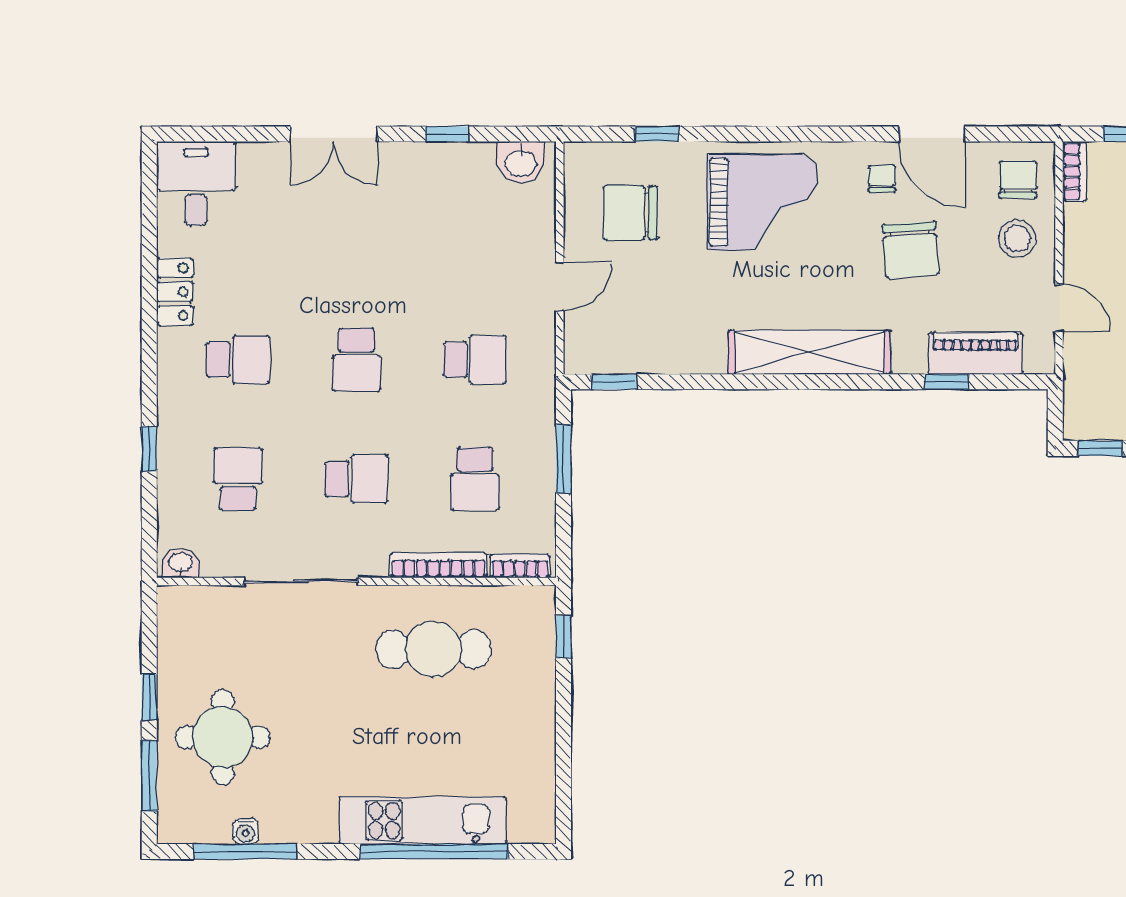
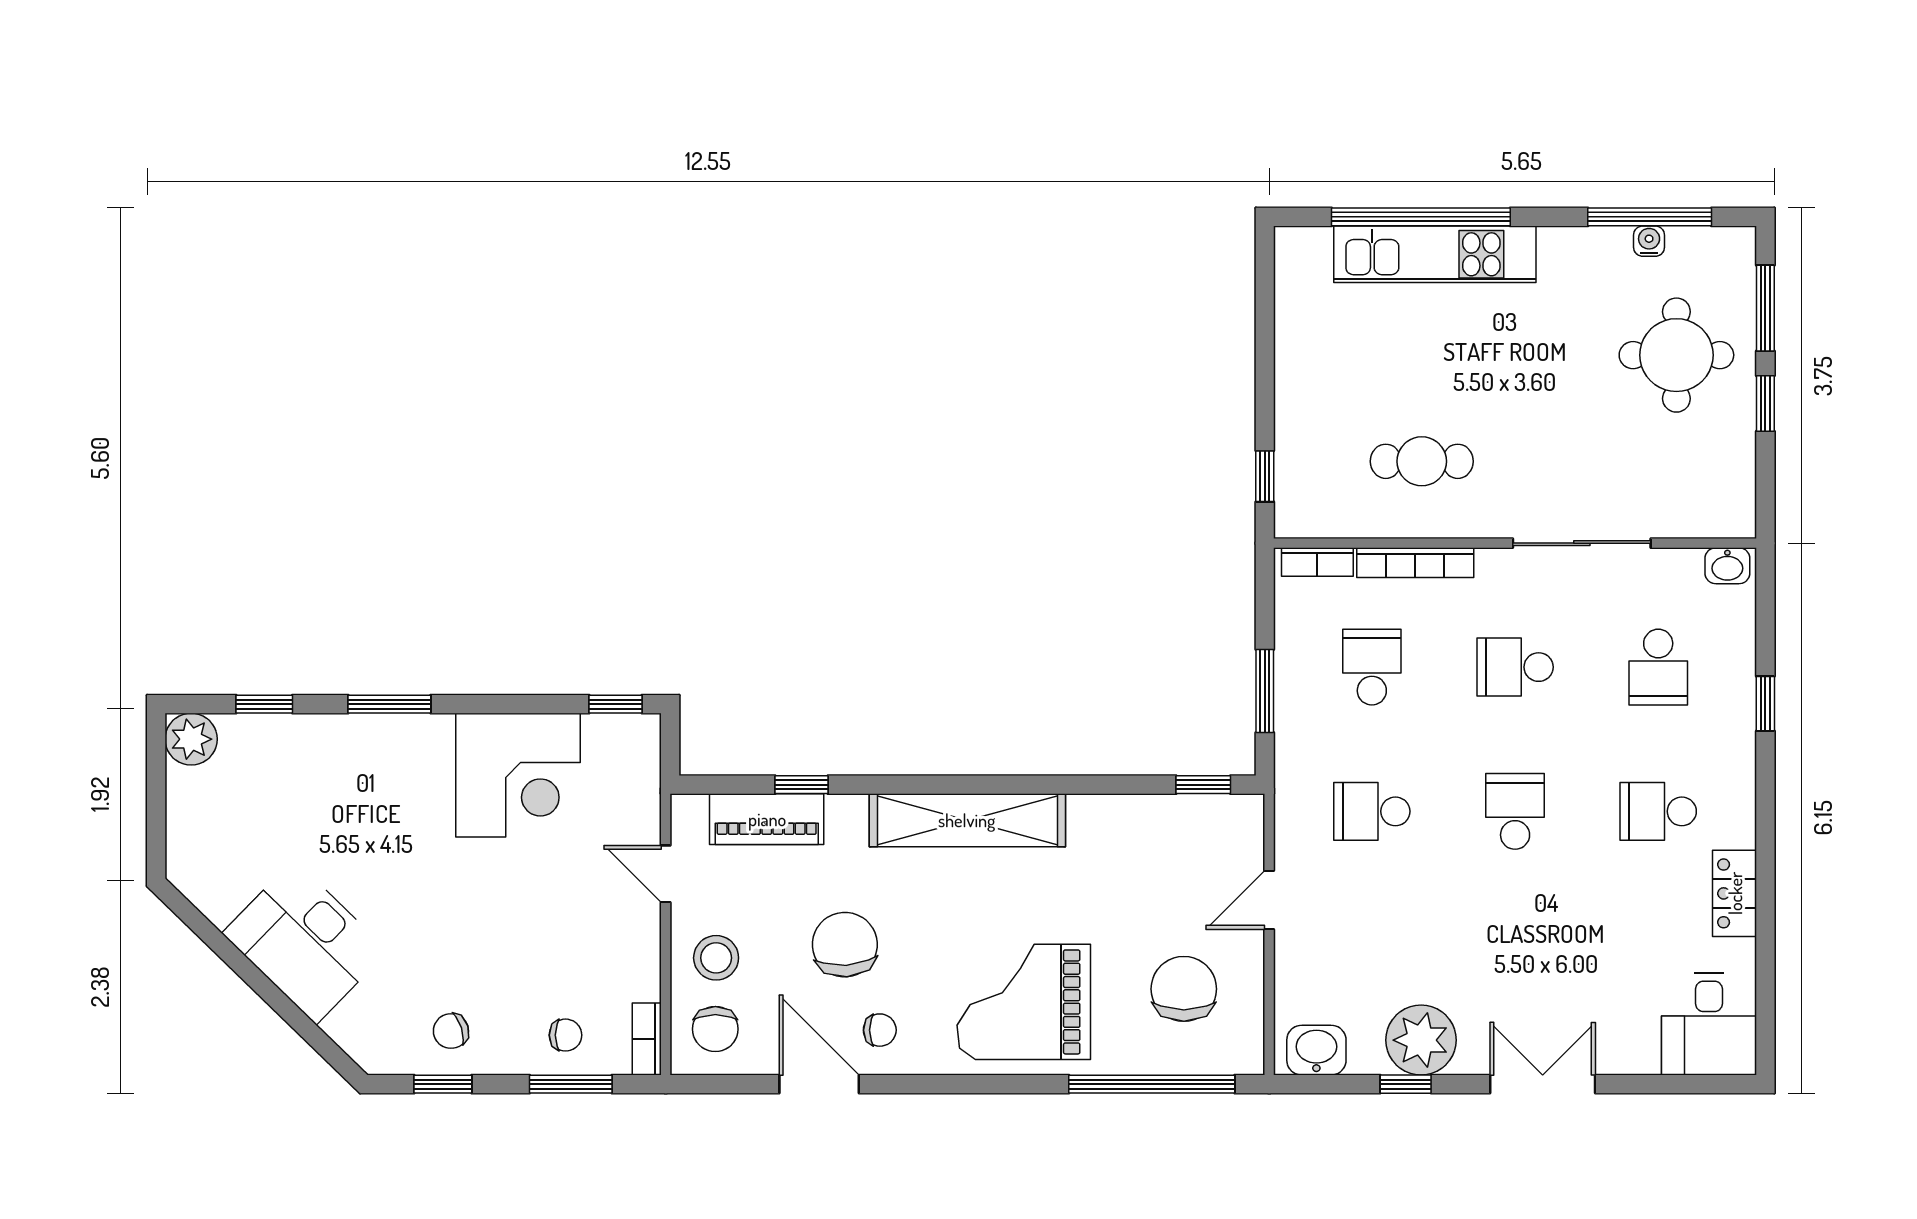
window: (657, 134) -> (1152, 1084), width x3.17
plant: (434, 171) -> (1421, 1040), added
chair: (882, 179) -> (880, 1030), turned -90
chair: (630, 213) -> (1184, 989), turned -90
cafe table: (434, 649) -> (1422, 461), width x0.73, depth x0.74

